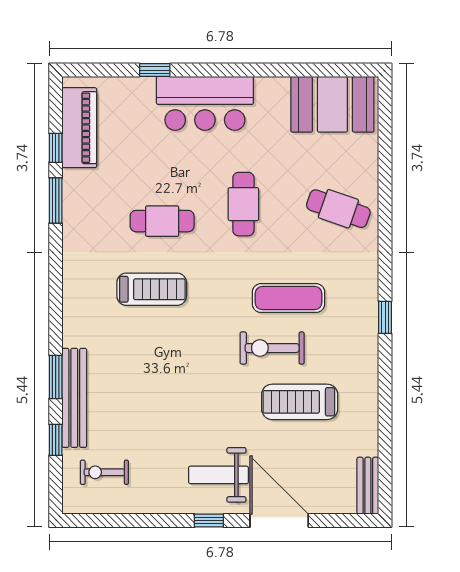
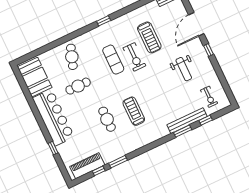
bar counter: (205, 103) -> (53, 118), width x1.36
cafe table: (243, 204) -> (78, 86), moved
weight bench: (219, 475) -> (184, 69), moved

